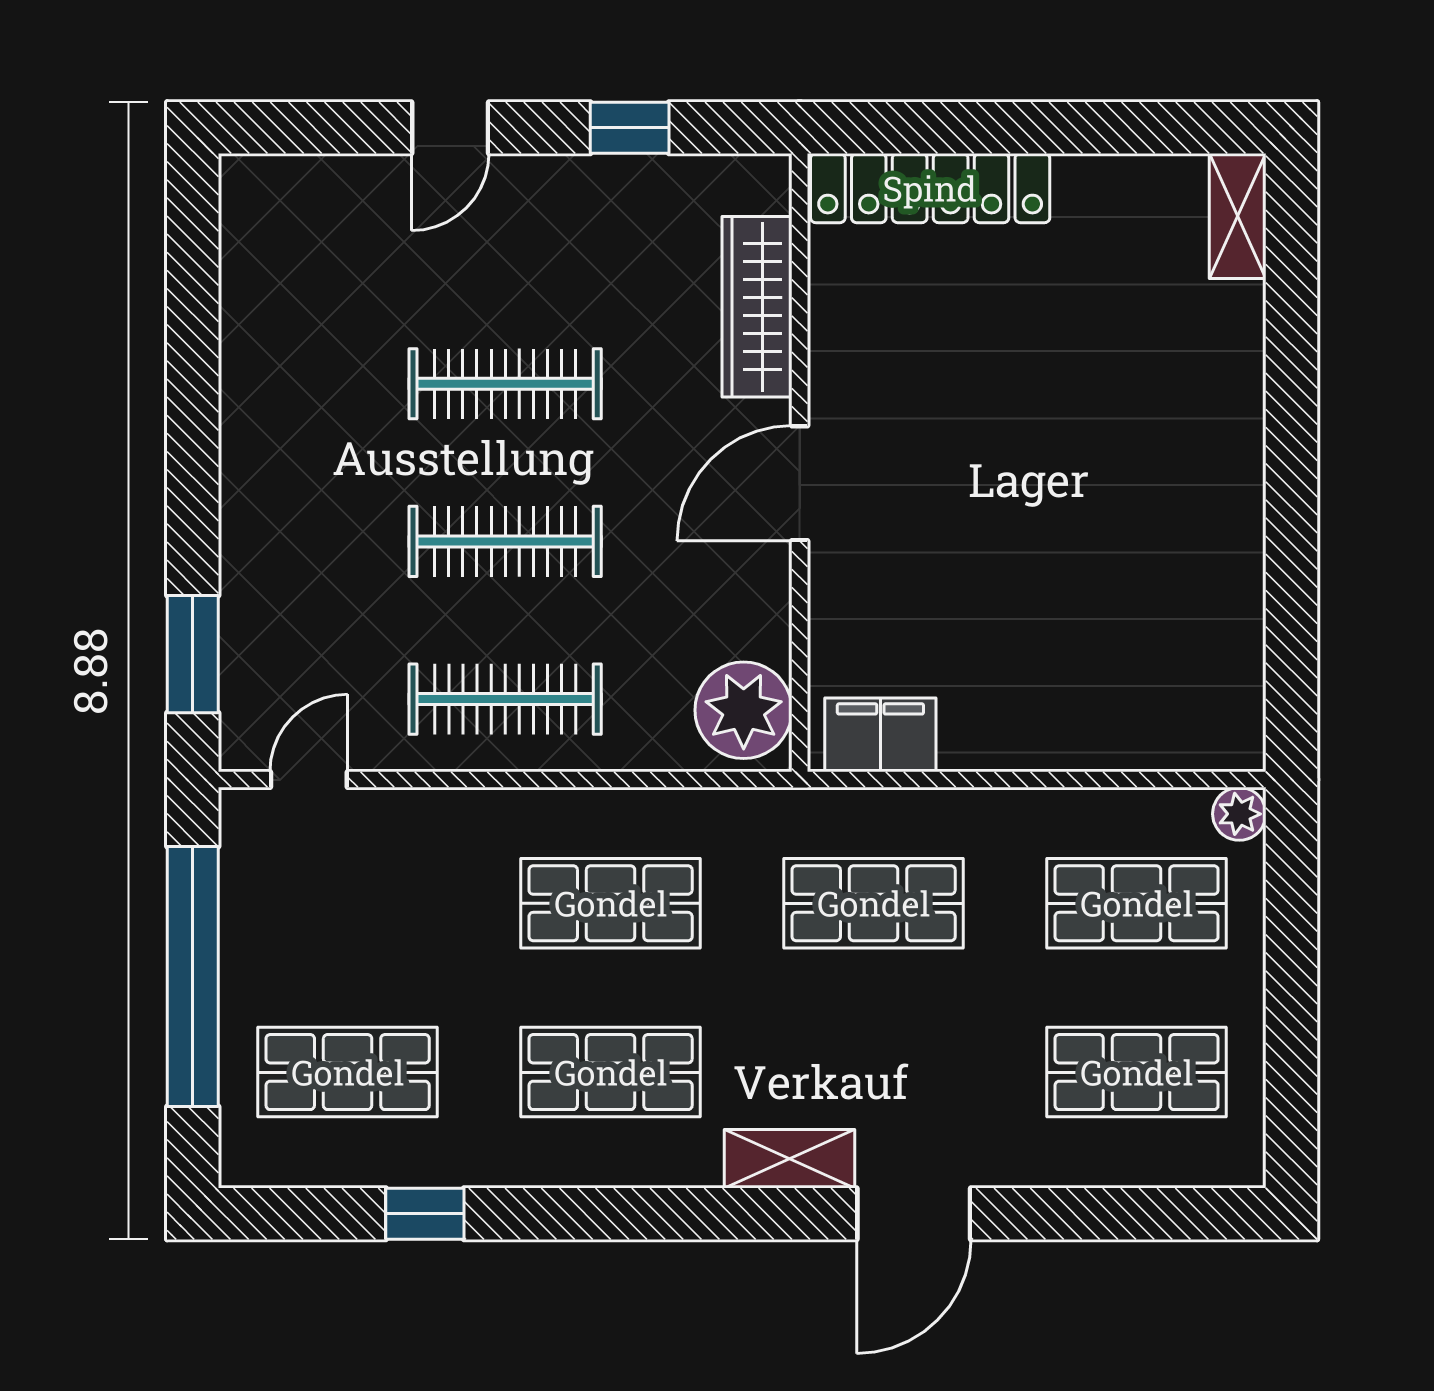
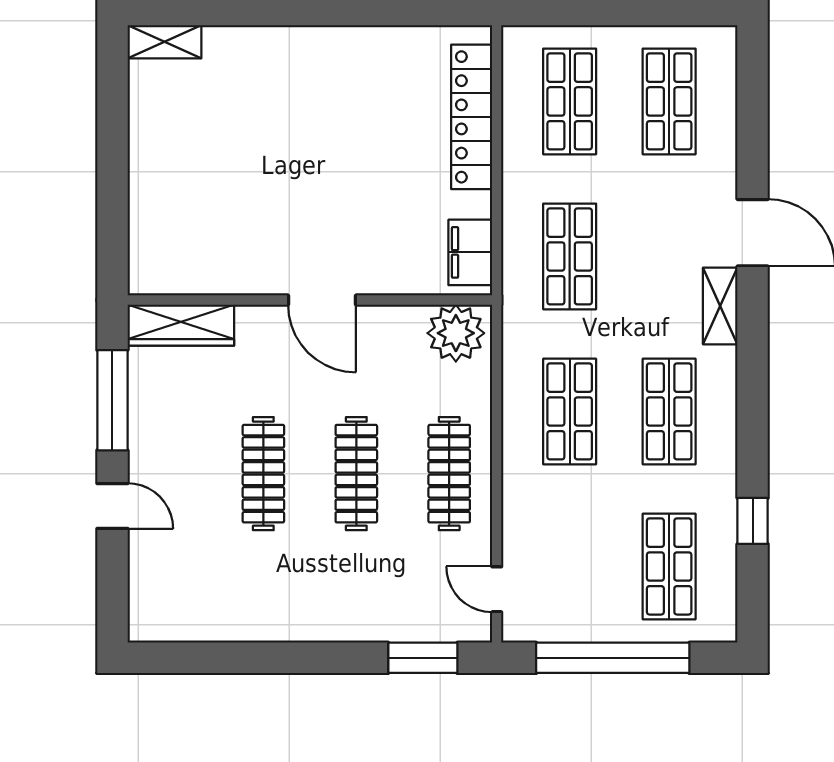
window: (630, 128) -> (112, 400), width x2.17
locker: (930, 188) -> (472, 117), moved, turned 180
wardrobe: (757, 307) -> (181, 325), moved
plant: (1239, 814) -> (517, 41), removed

